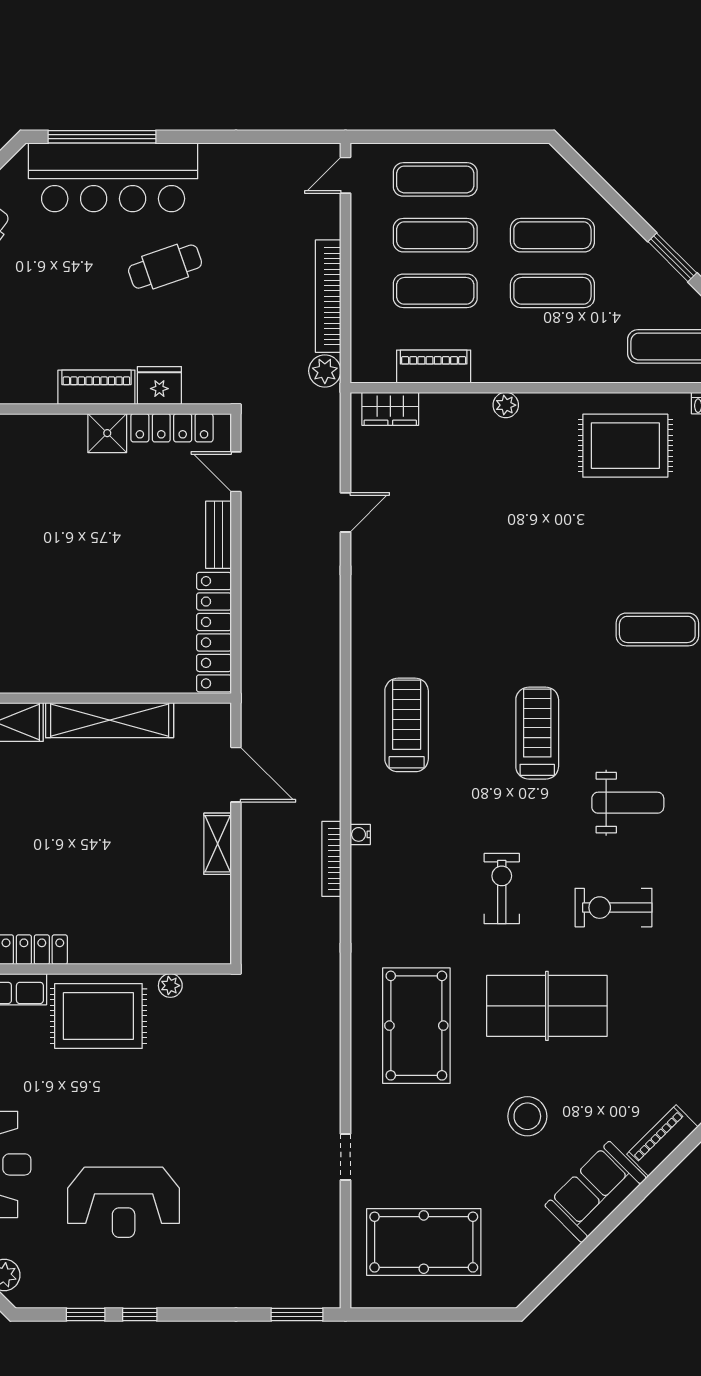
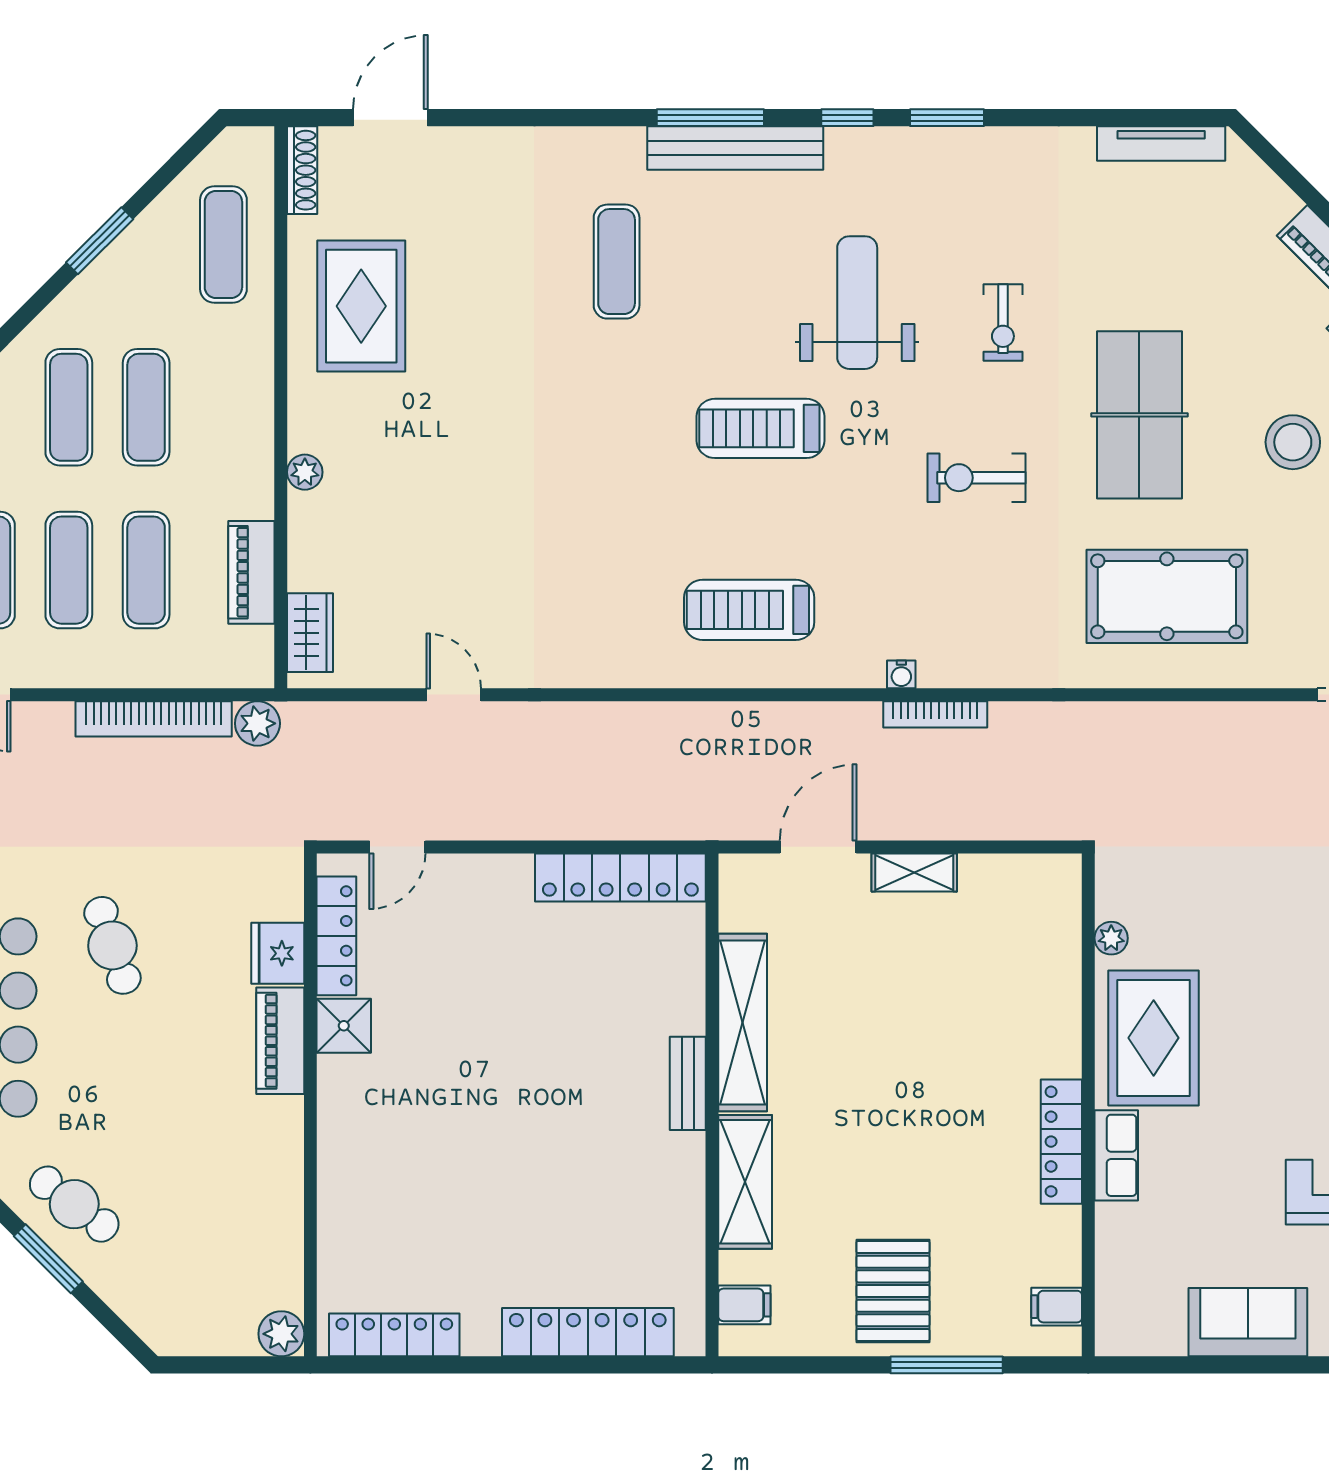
bench: (219, 535) -> (688, 1083), moved, turned 90
weight bench: (628, 803) -> (857, 303), width x1.36, depth x1.33
exercise bike: (613, 908) -> (1003, 323), width x0.73, depth x0.72

